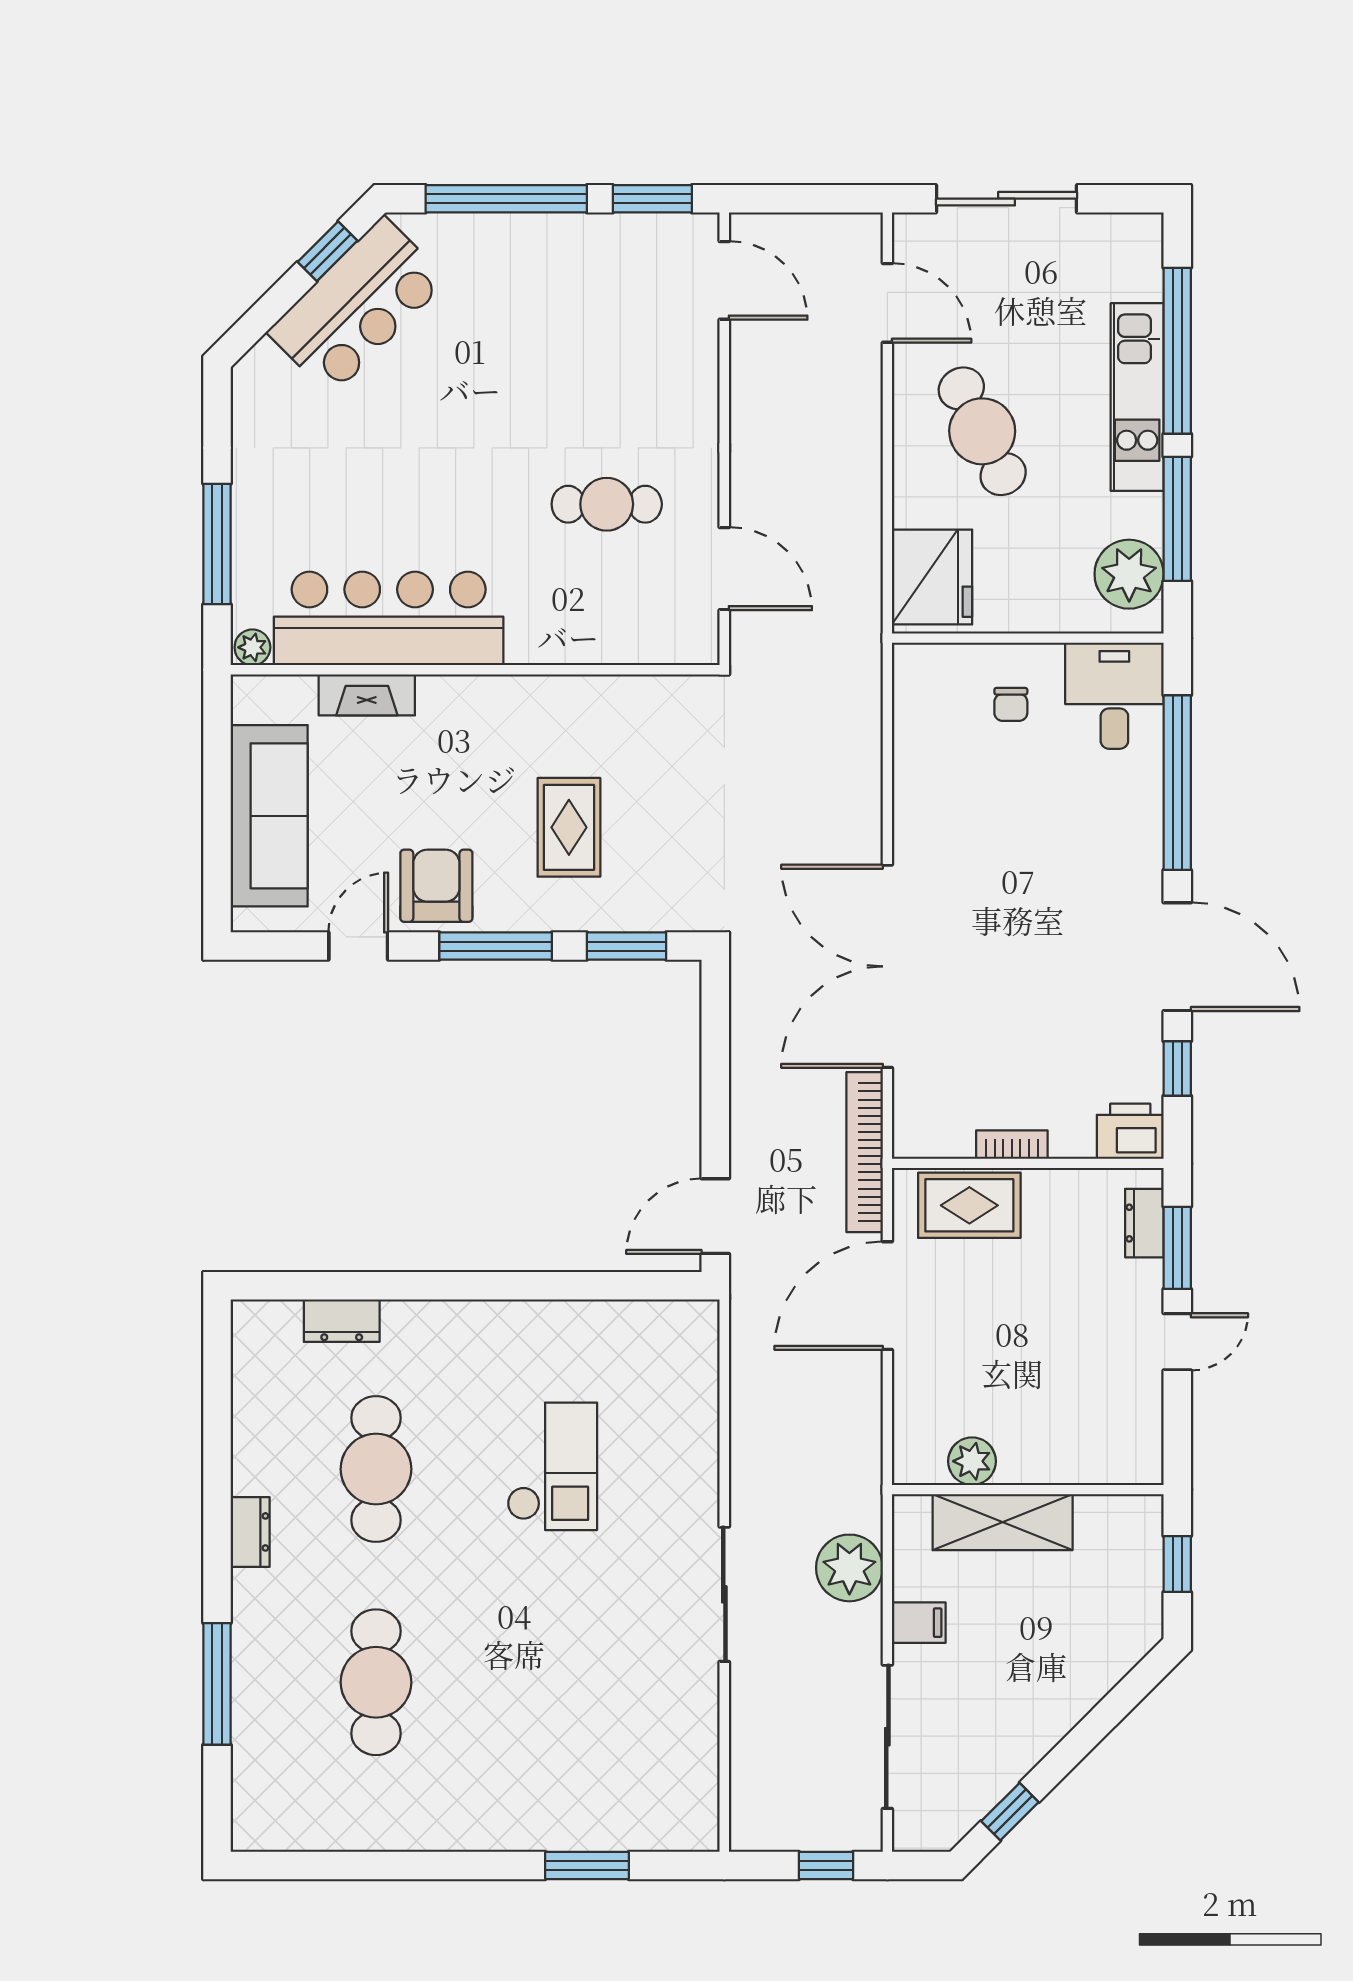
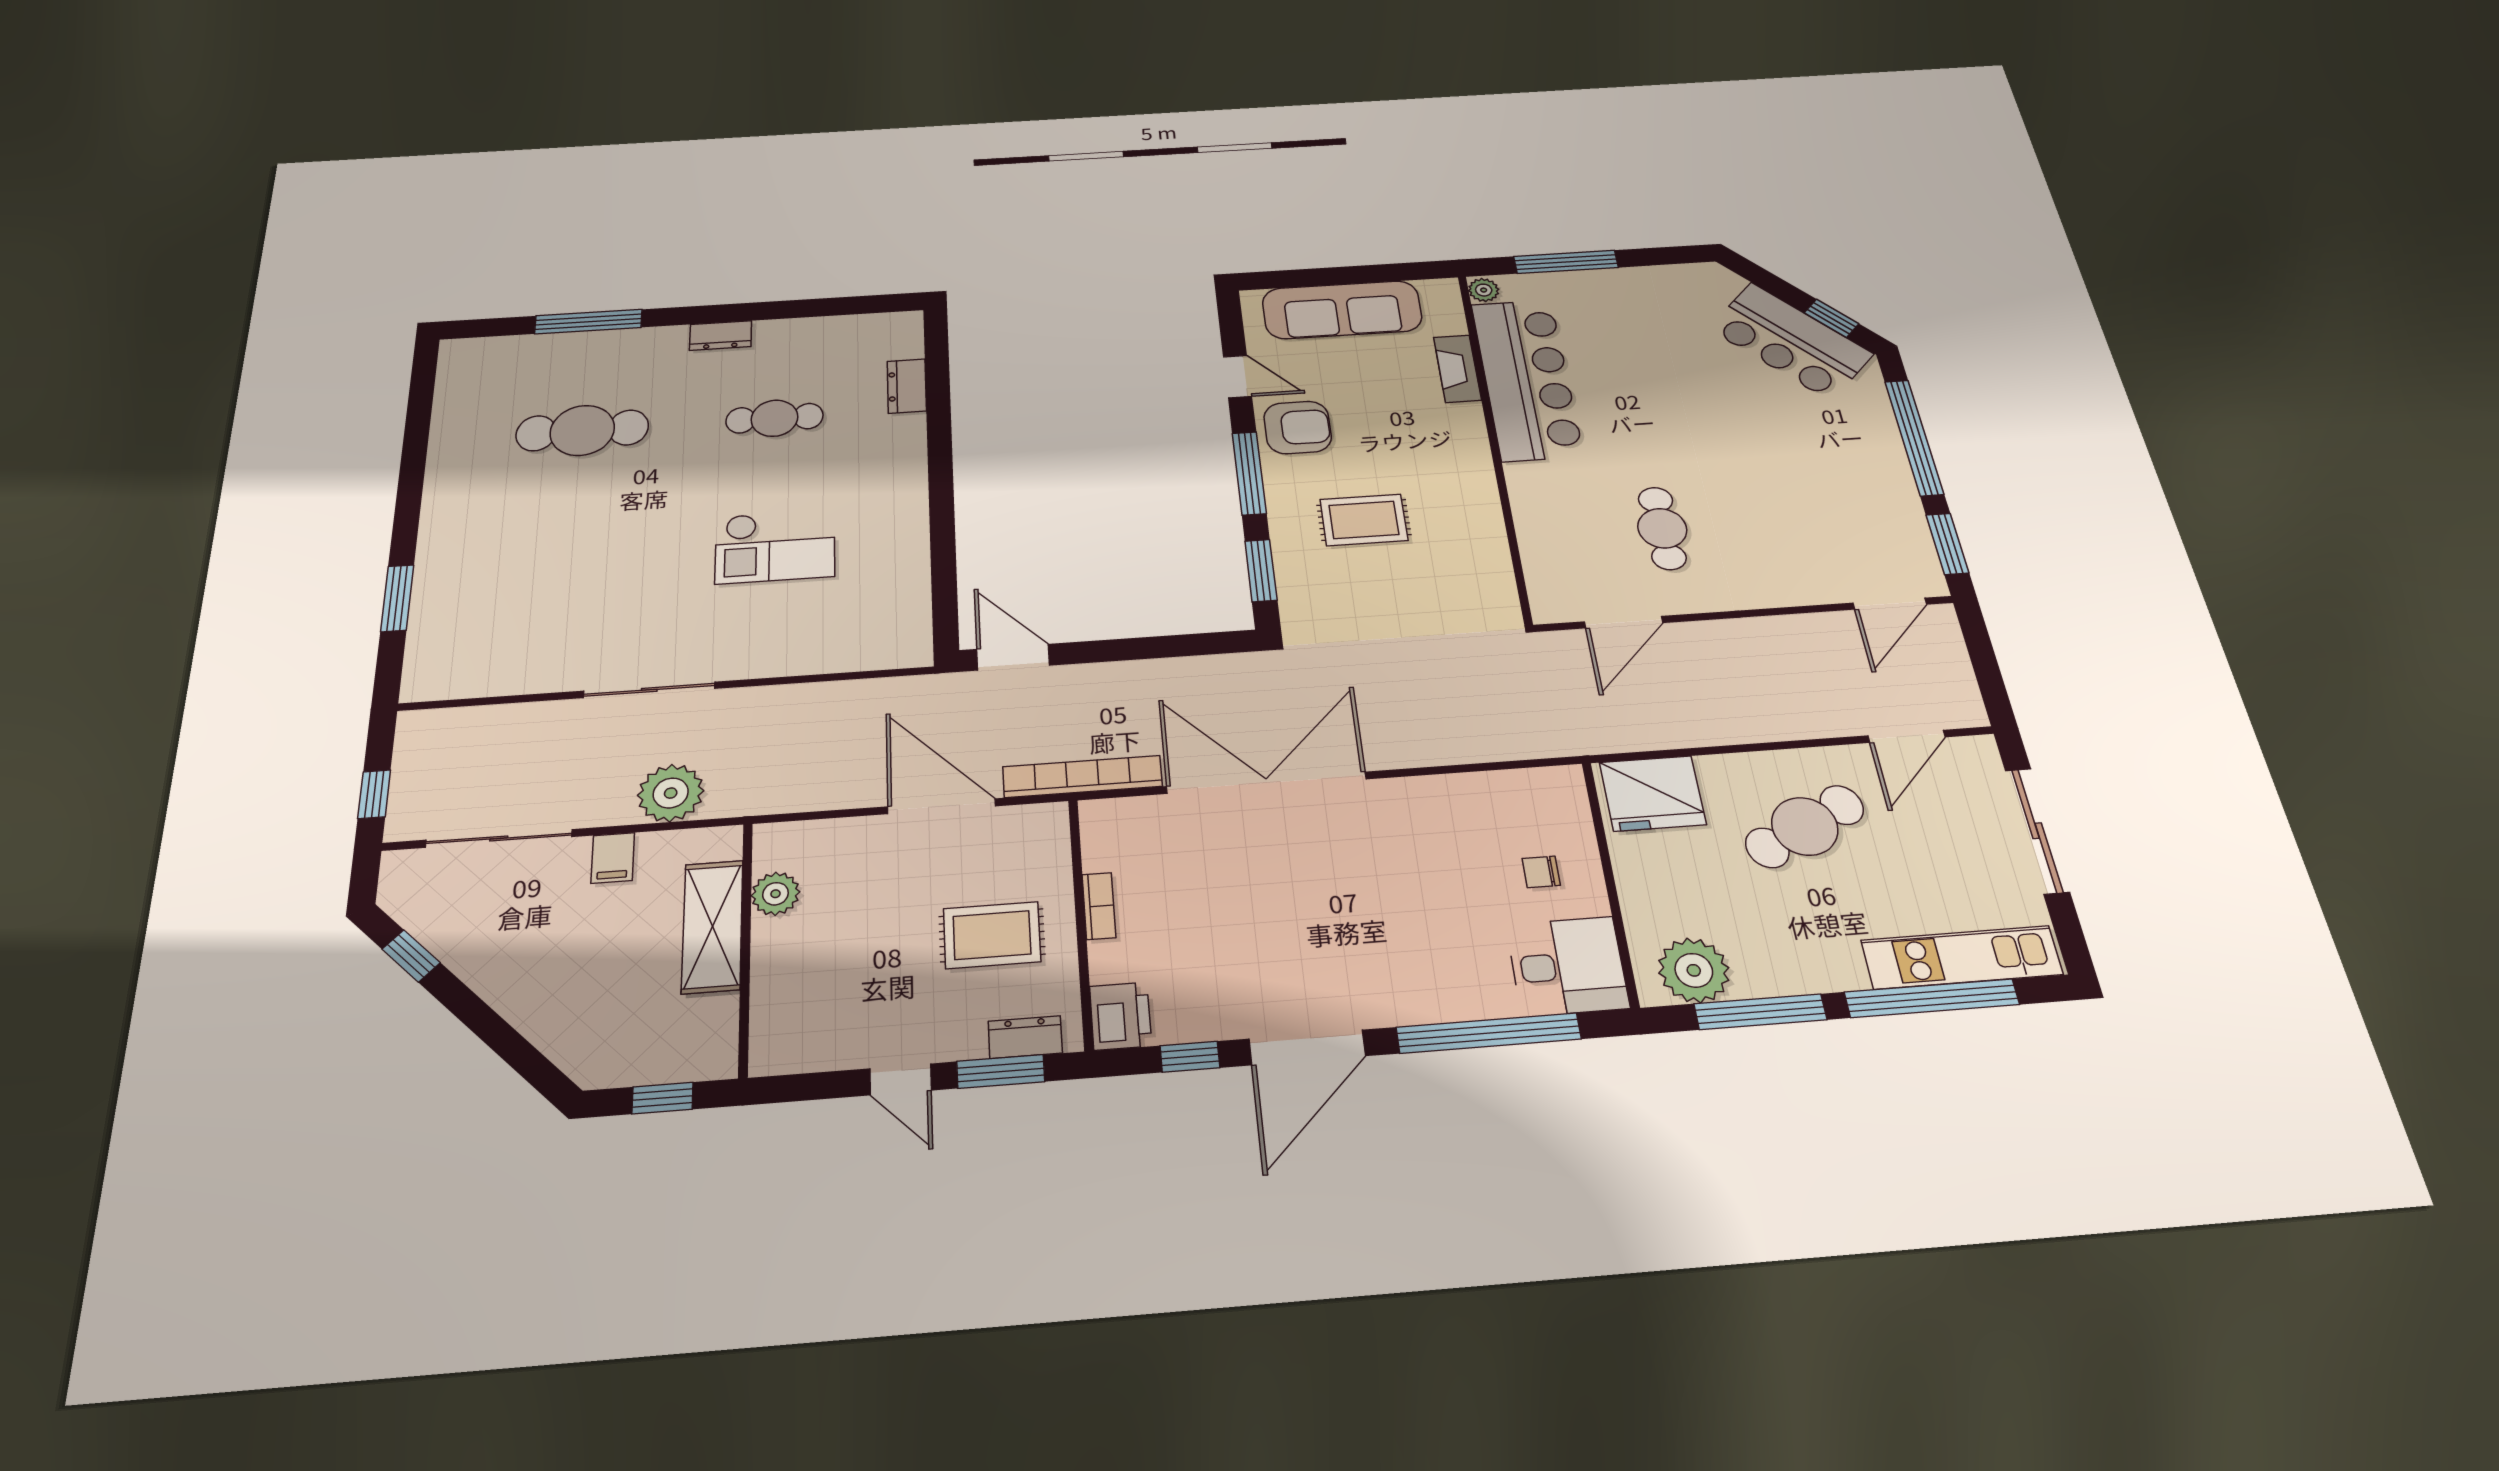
kitchen unit: (1137, 397) -> (1962, 957), moved
rug: (969, 1205) -> (992, 935), moved, turned 90
cafe table: (376, 1469) -> (774, 418), width x0.73, depth x0.74

